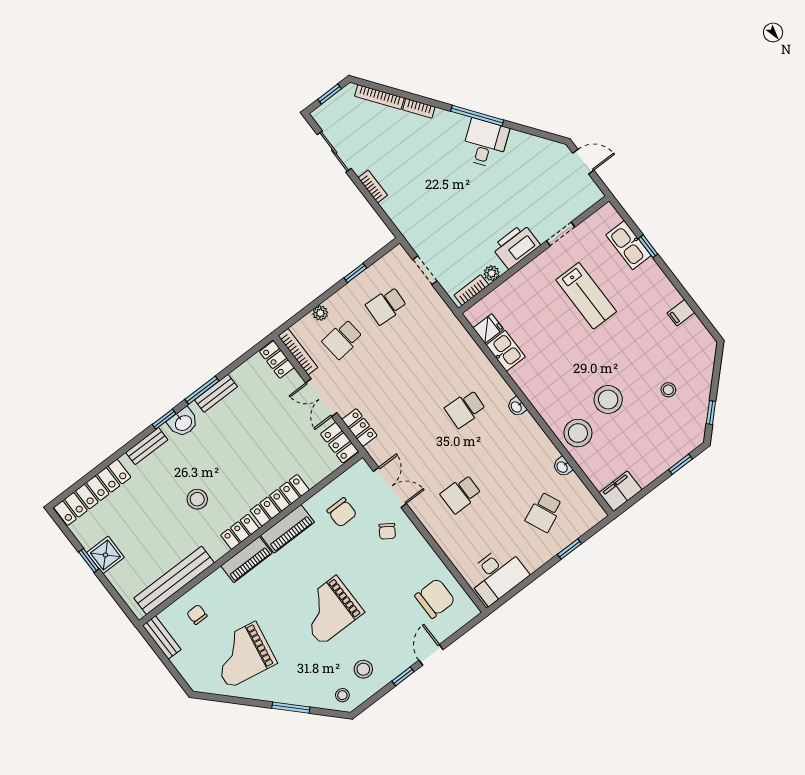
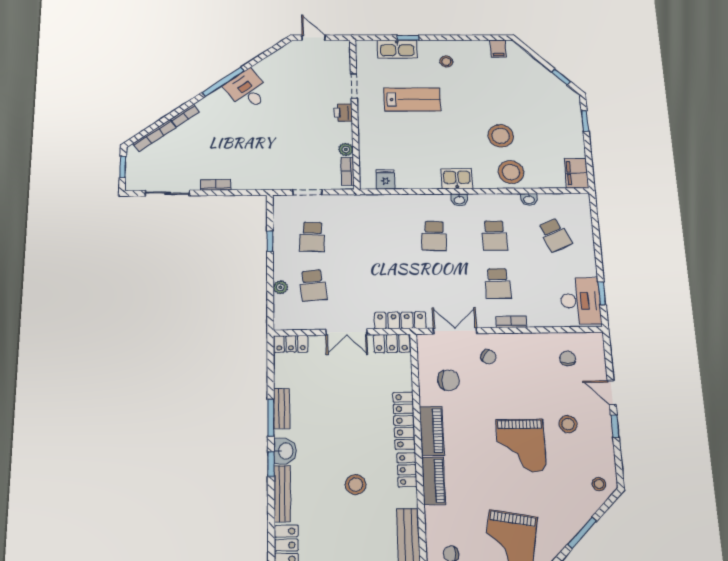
door: (583, 162) -> (314, 38), hinge flipped
printer: (516, 246) -> (343, 113), width x0.53, depth x0.68
filing cabinet: (681, 313) -> (498, 49), moved
kitchen sink: (506, 351) -> (457, 179), moved
bookcase: (298, 352) -> (511, 322), moved, width x0.64
stool: (668, 390) -> (446, 61), moved
locker: (359, 427) -> (400, 320), width x1.53
bench: (147, 446) -> (282, 494), width x1.36
school desk: (505, 461) -> (495, 235), added
window: (569, 549) -> (602, 293), moved
chair: (435, 598) -> (568, 358), width x0.54, depth x0.54
stool: (363, 669) -> (568, 424), moved

